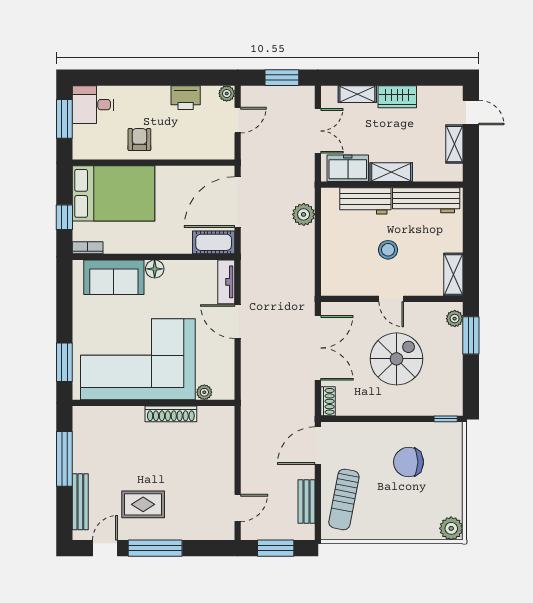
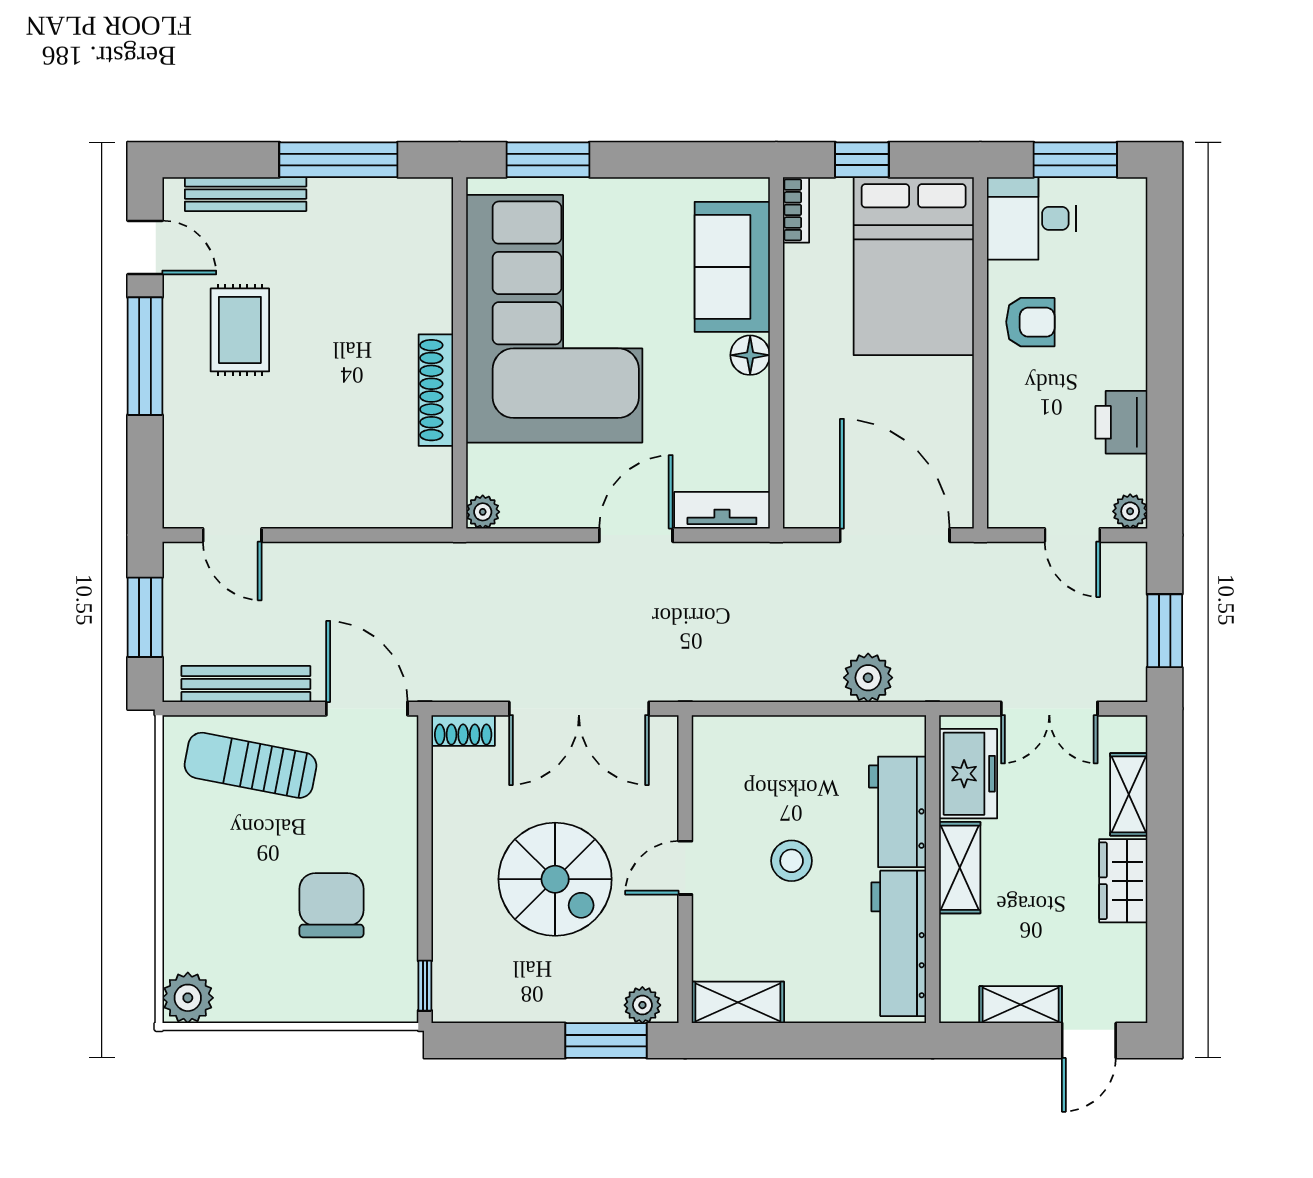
desk: (93, 105) -> (1031, 218), moved, turned -90
cot: (214, 242) -> (808, 483), removed
plant: (204, 392) -> (483, 512), moved
bench: (306, 502) -> (246, 684), width x1.36

